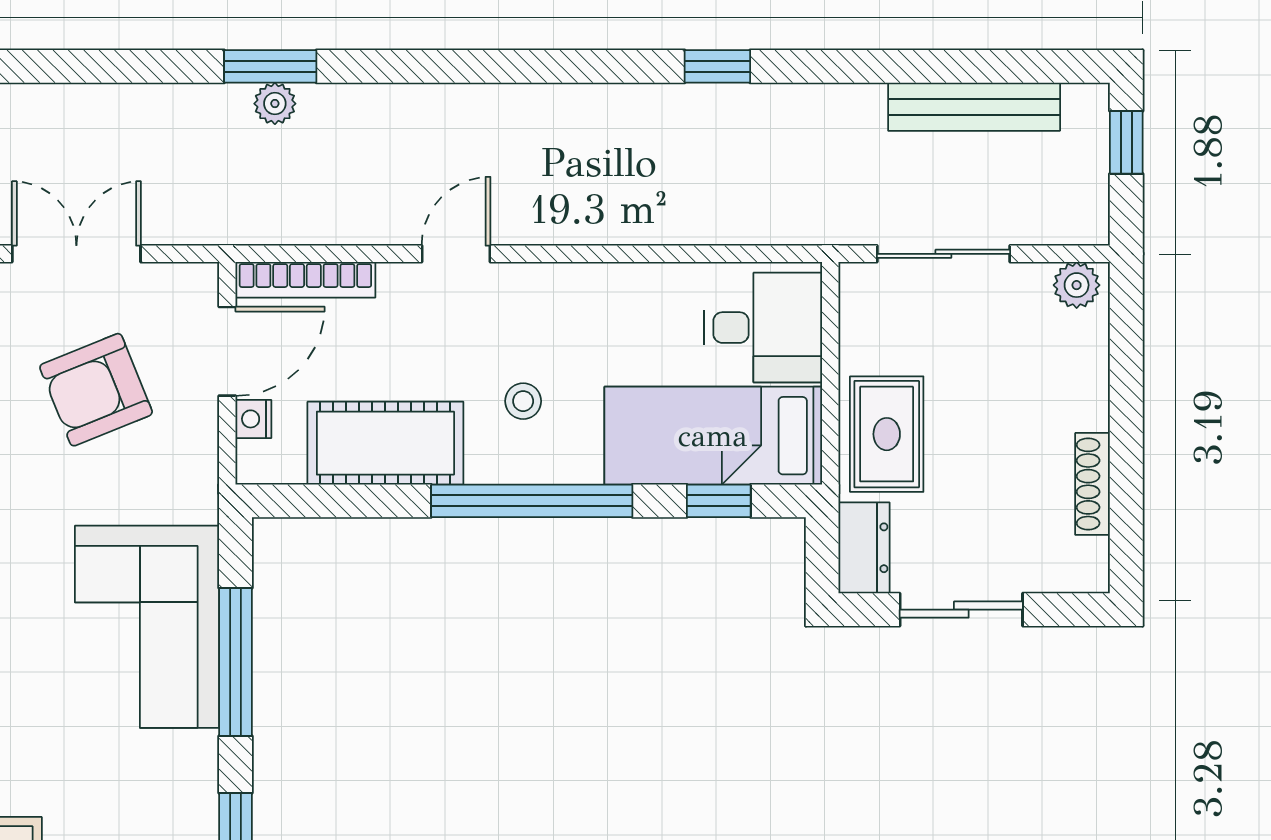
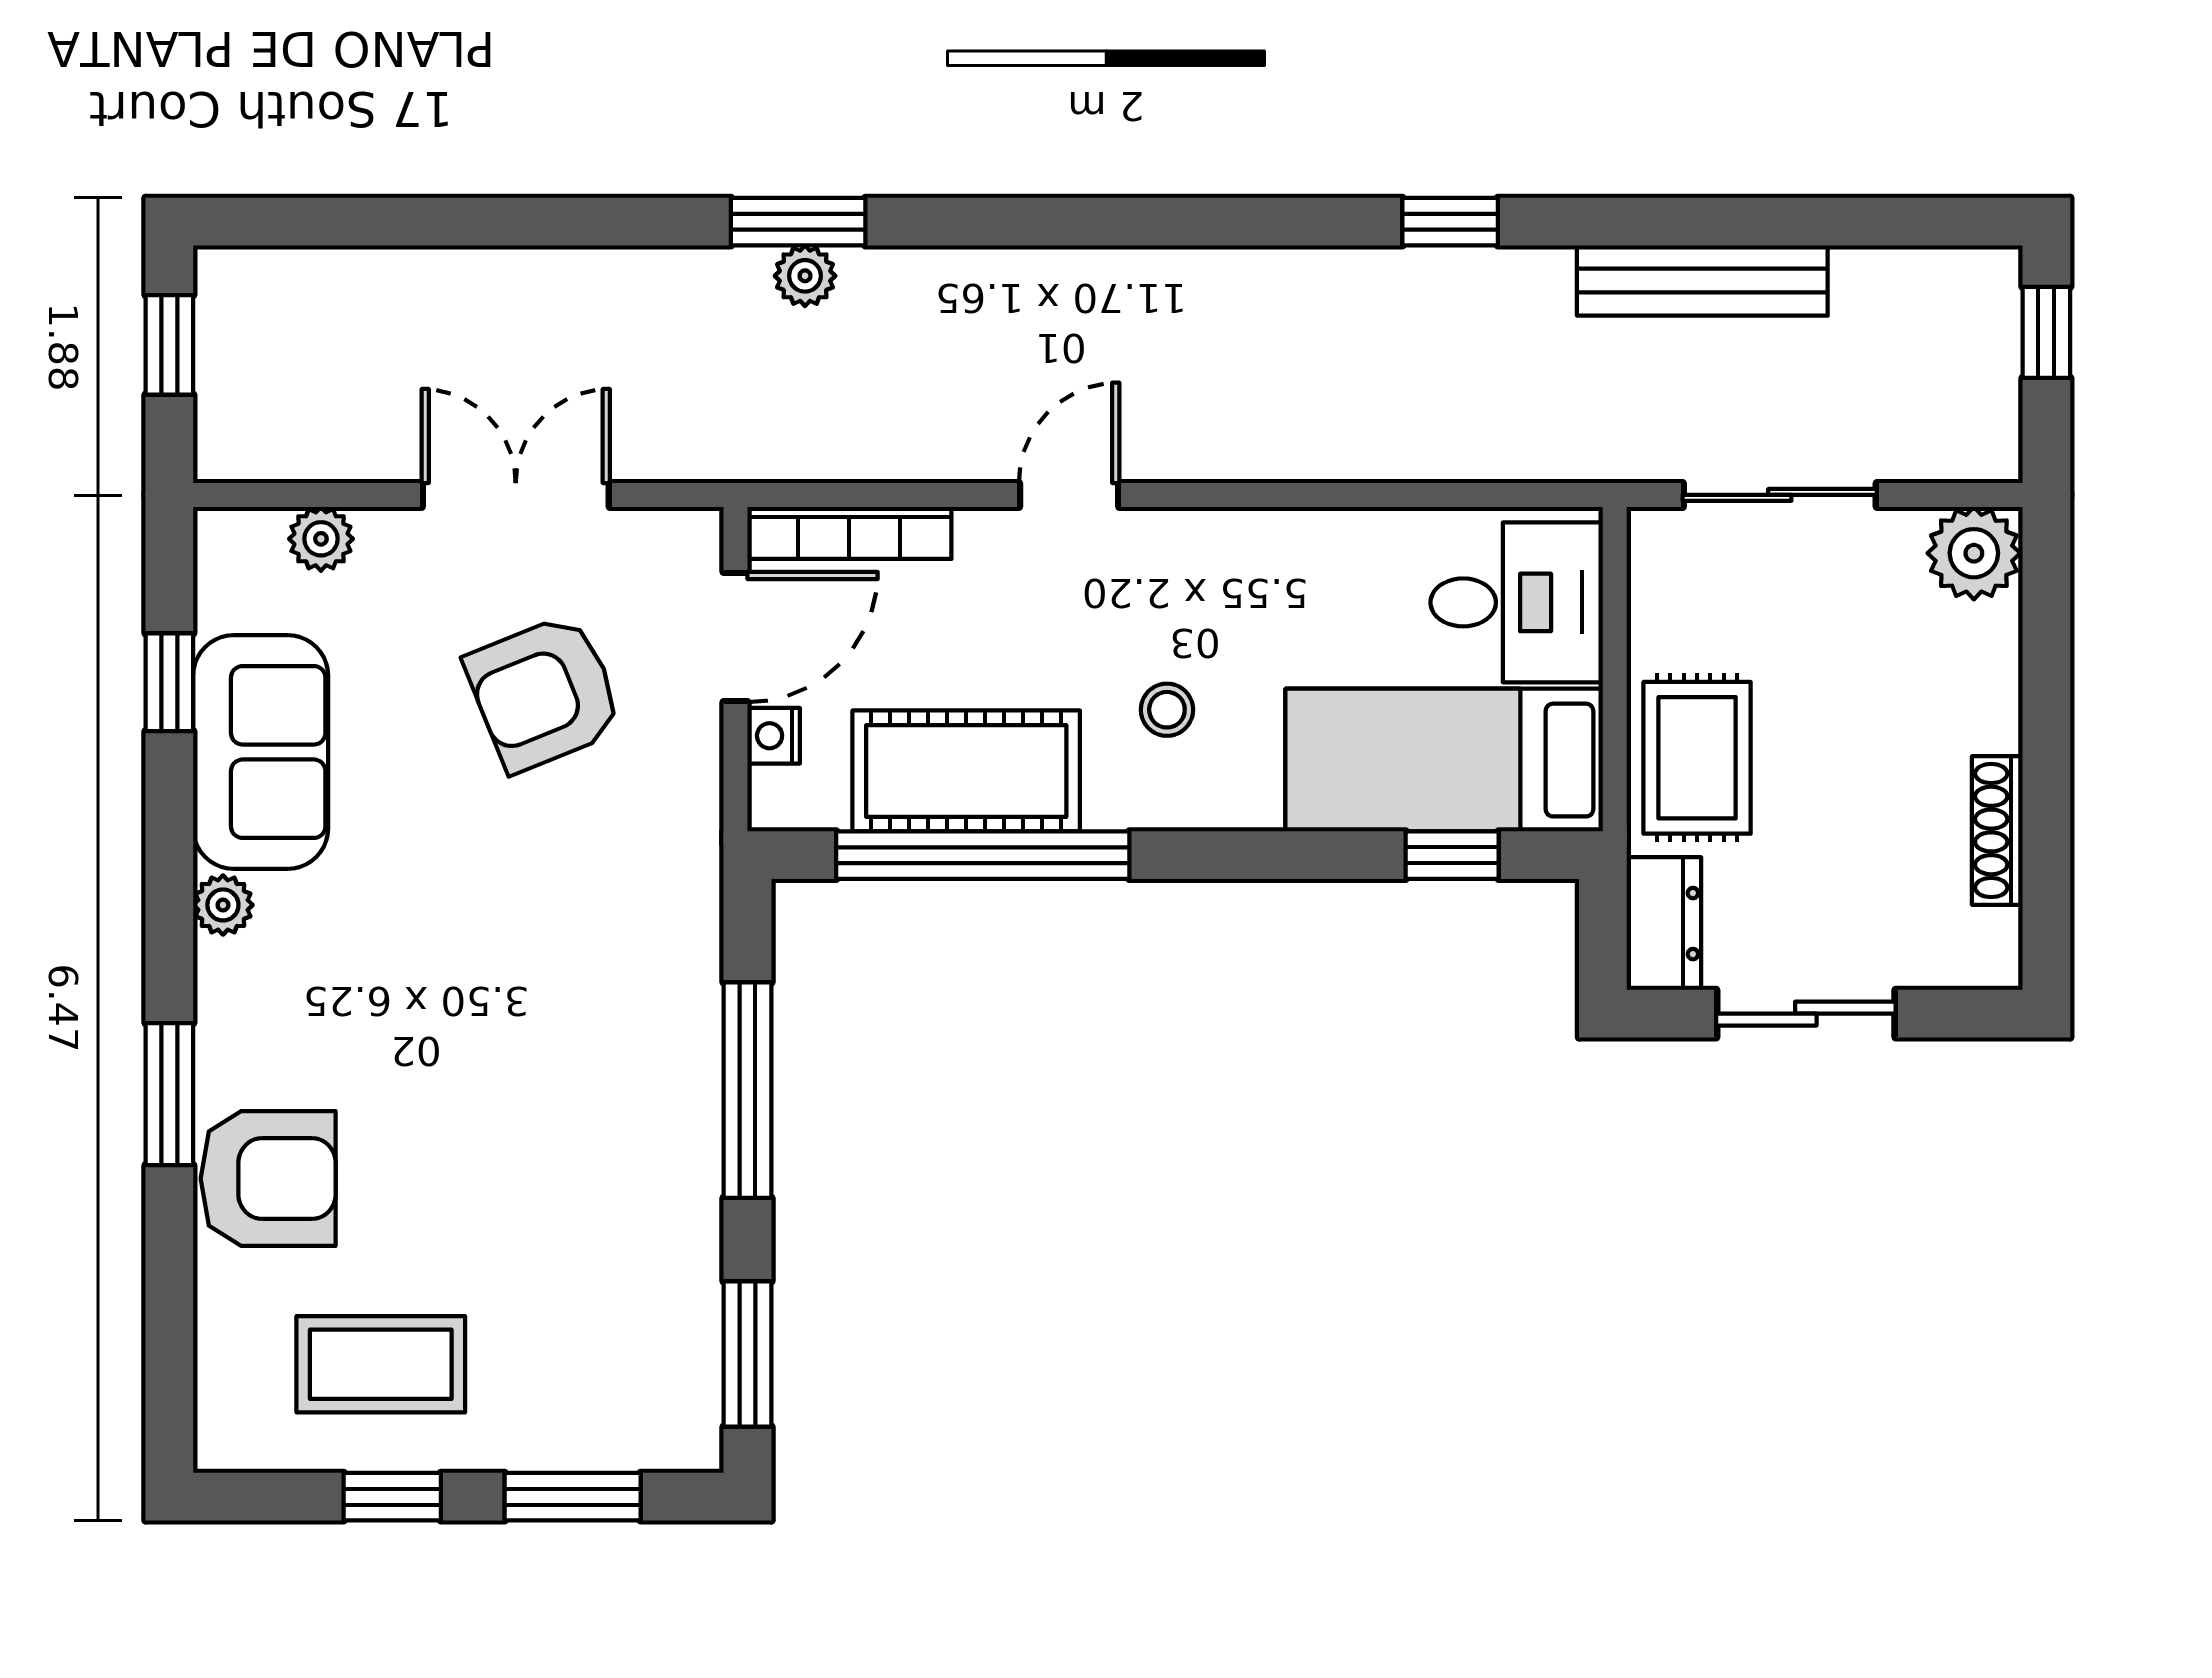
bench: (974, 107) -> (1702, 281), moved
plant: (1077, 285) -> (1974, 553), width x1.38, depth x1.38
window: (532, 501) -> (983, 855), moved
corner sofa: (147, 627) -> (619, 1039), removed

